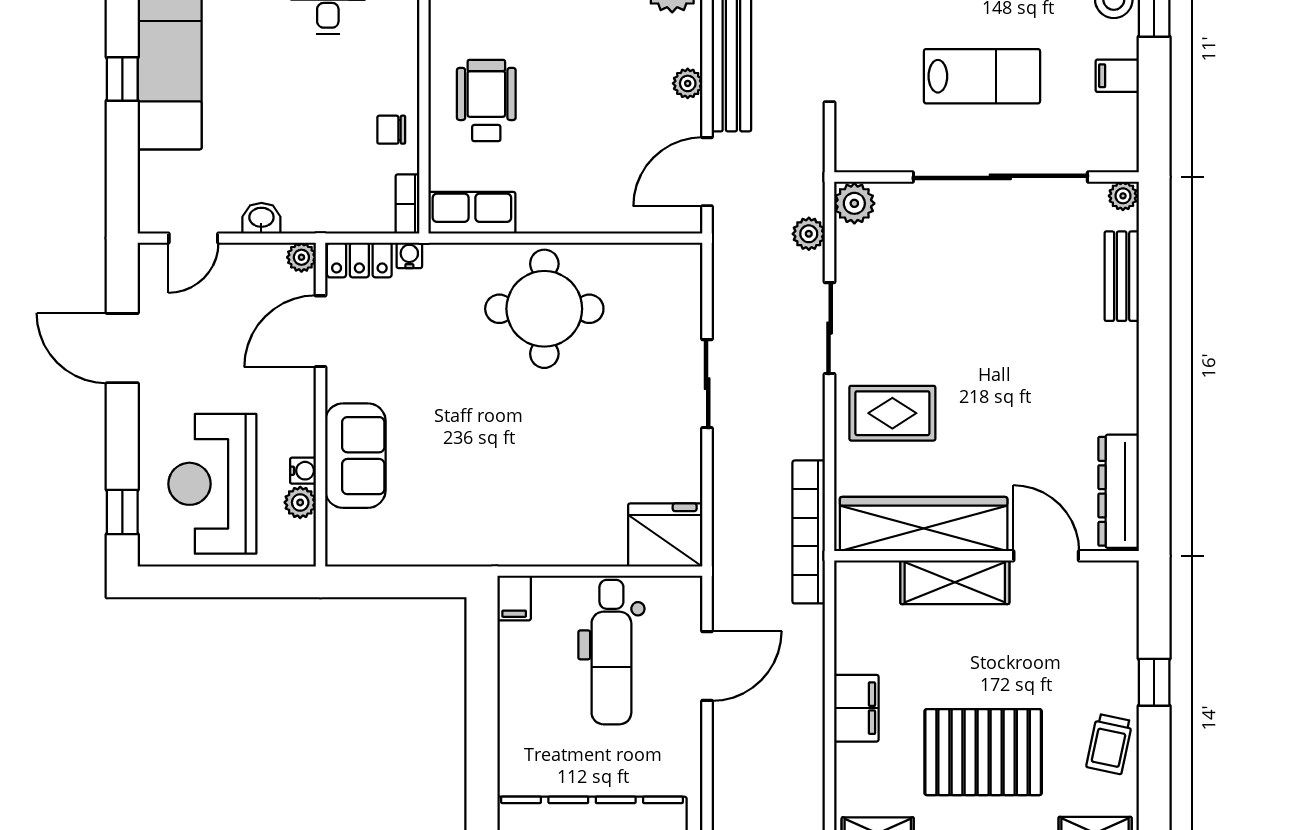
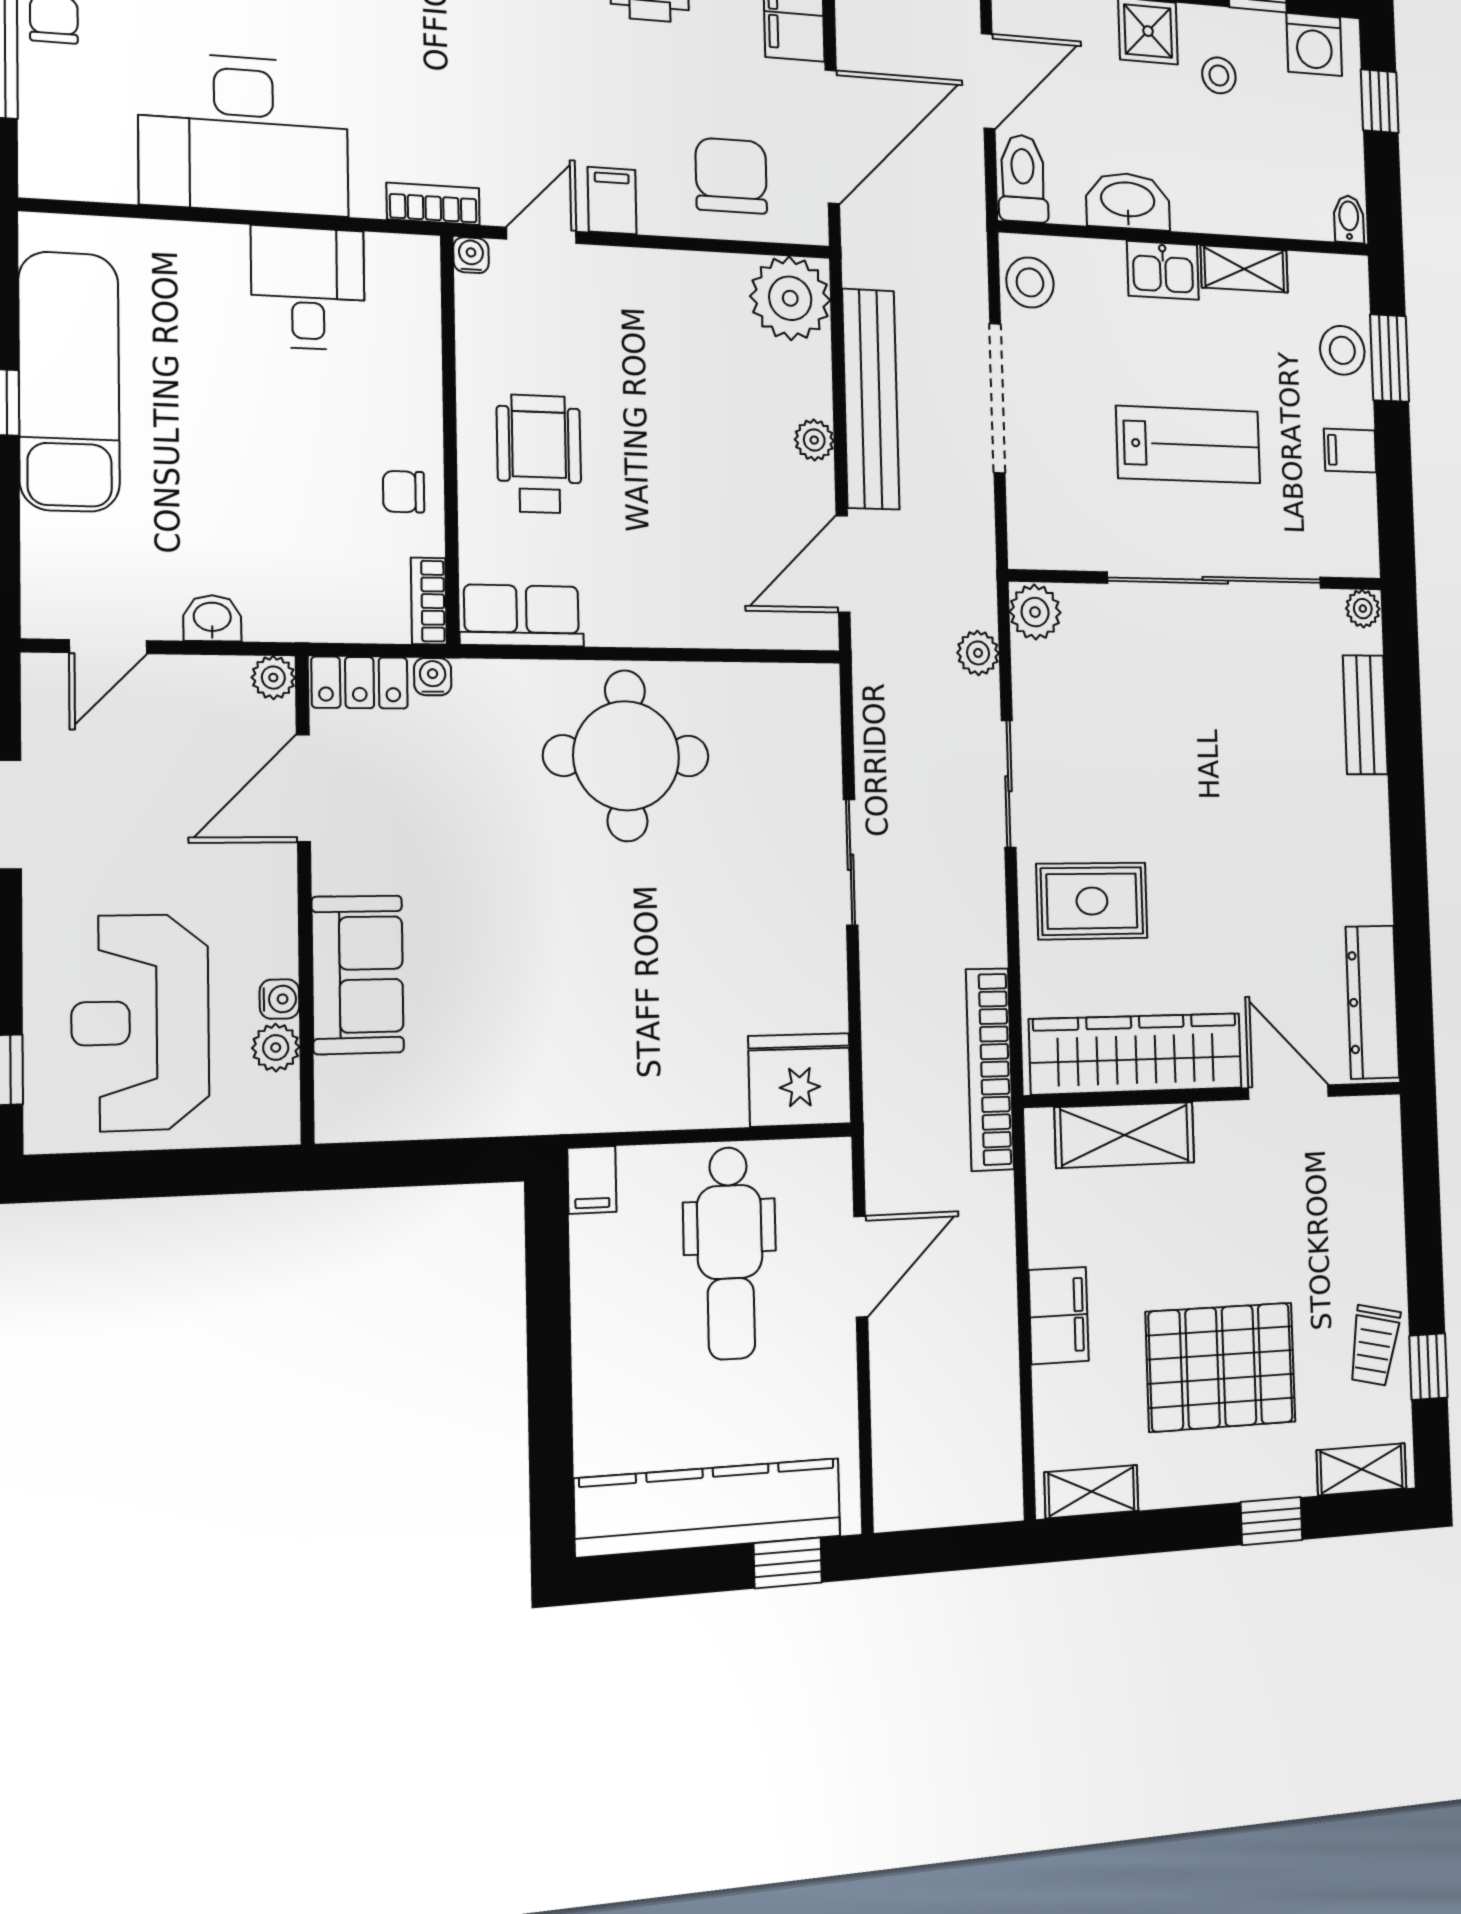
shelving: (955, 582) -> (1125, 1135), moved
window: (1154, 682) -> (1428, 1367), moved

